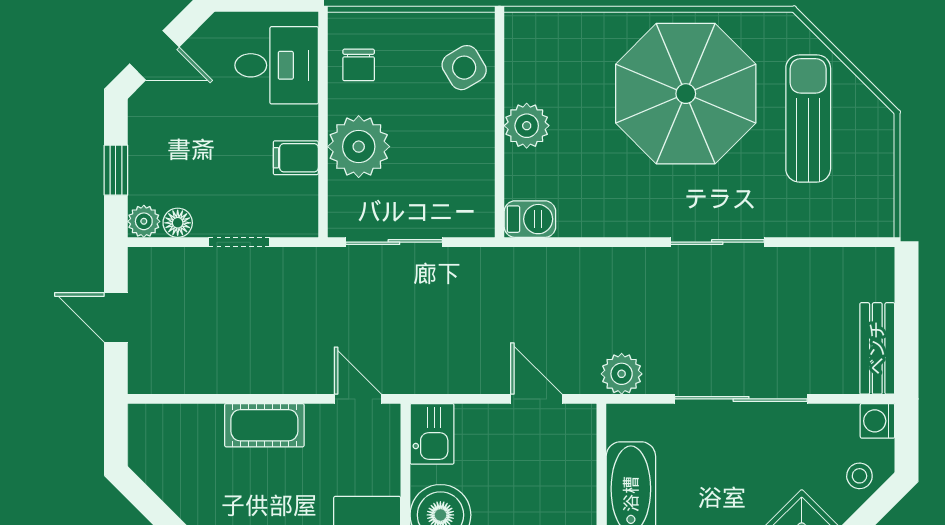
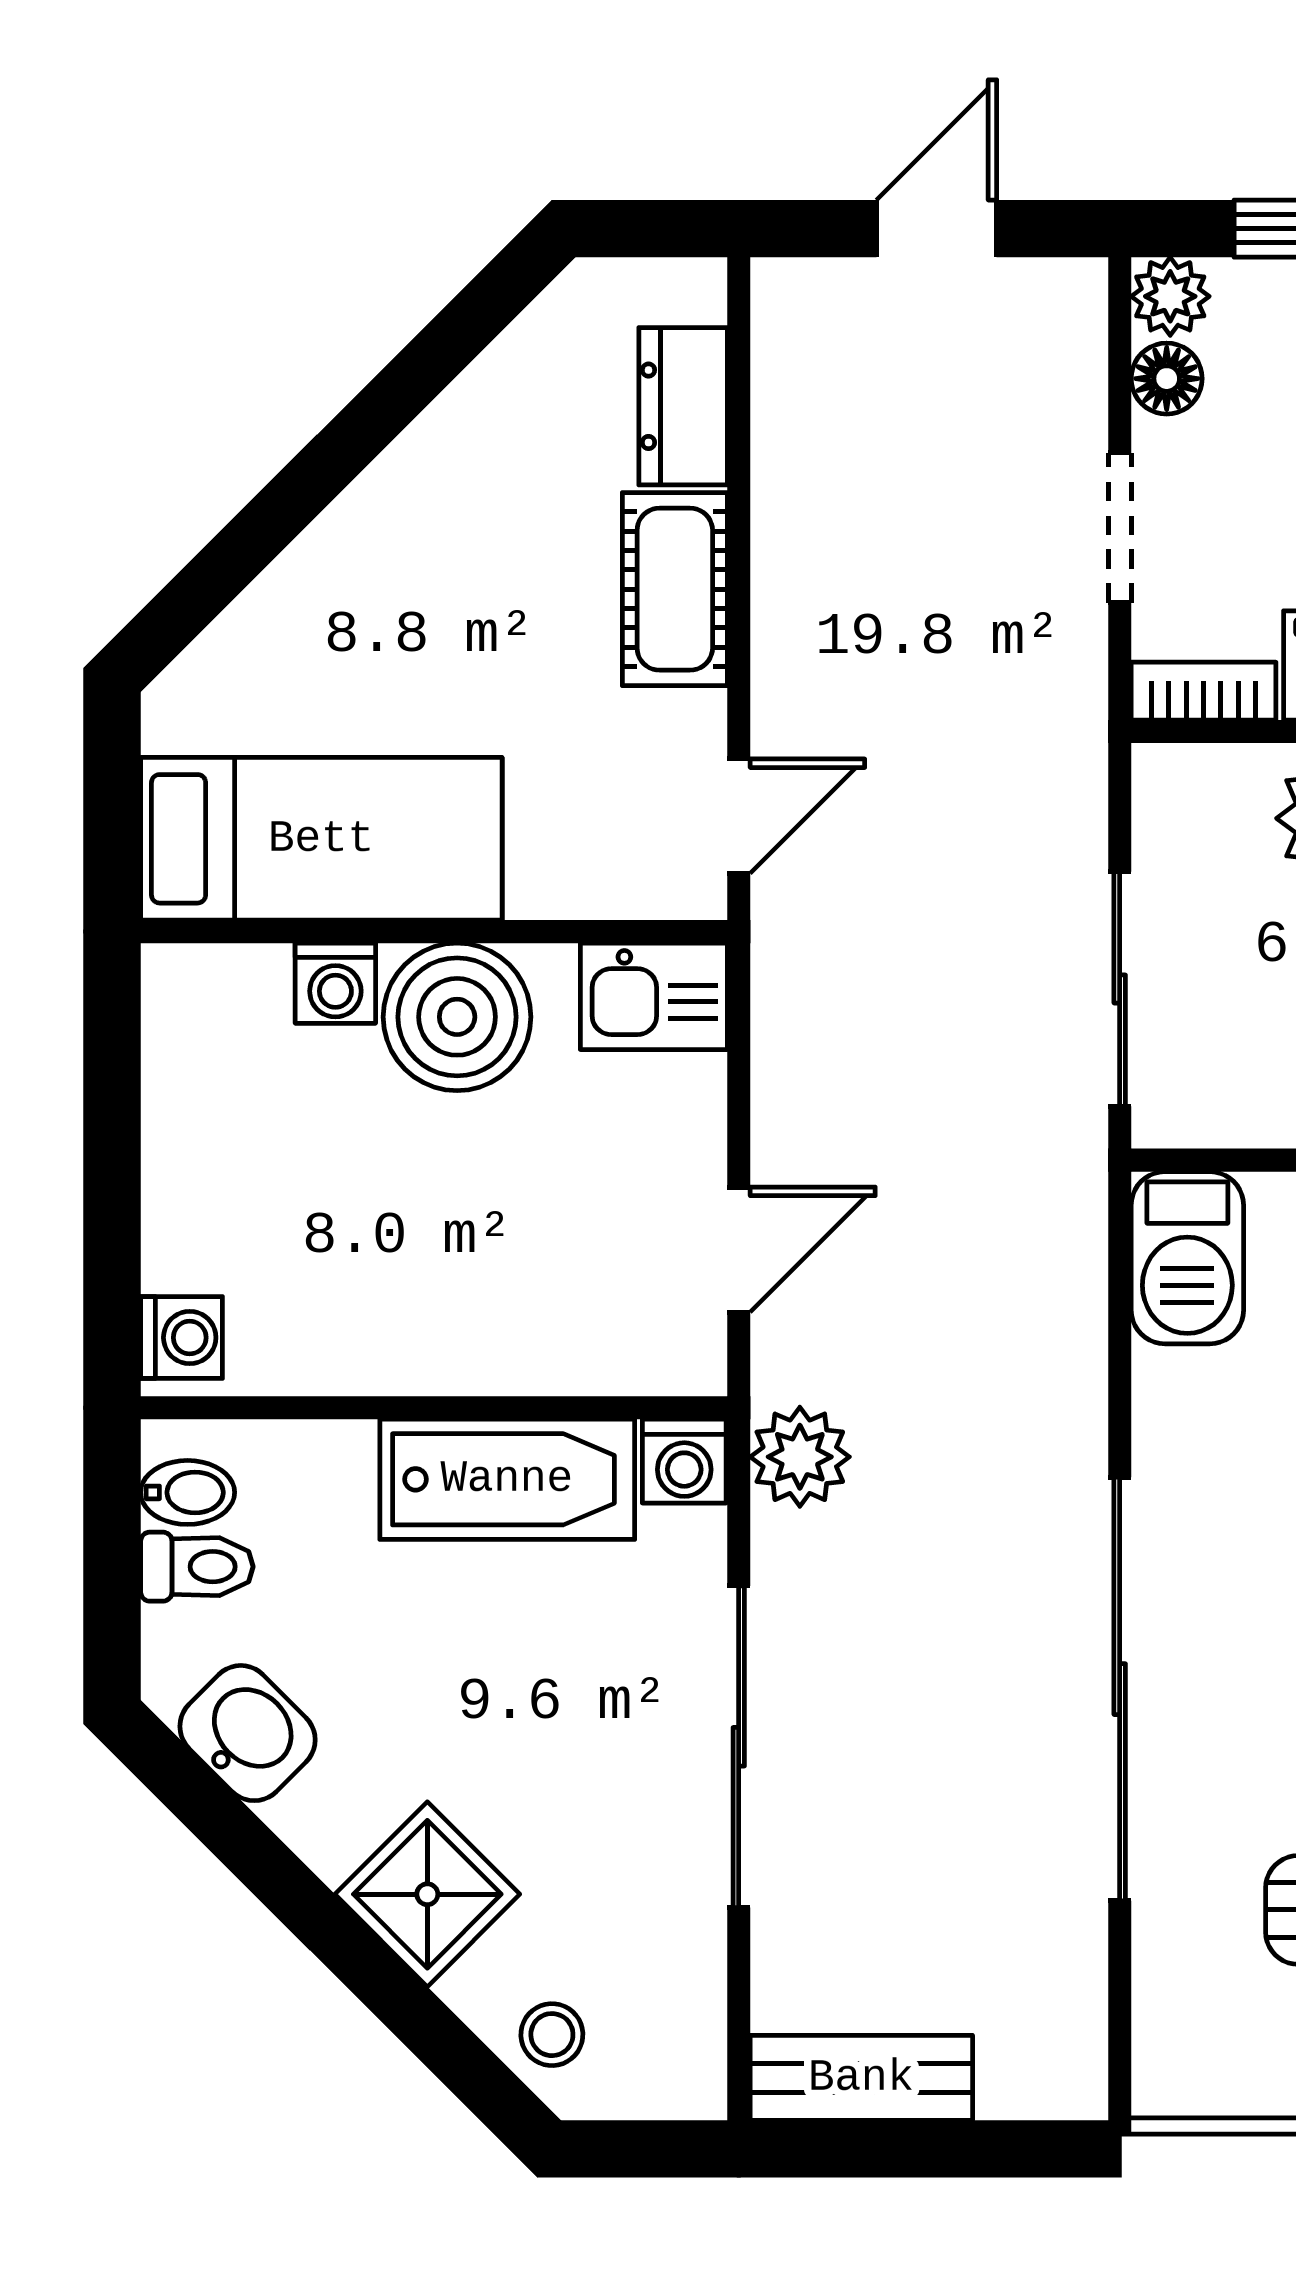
bookcase: (306, 208) -> (1204, 691), added
barbecue: (530, 219) -> (1187, 1258), width x1.38, depth x1.27
sliding door: (394, 242) -> (1120, 989), moved
sliding door: (717, 242) -> (1120, 1689), width x1.86
washing machine: (877, 421) -> (684, 1461), moved, turned 180
dresser: (189, 422) -> (683, 406), added

